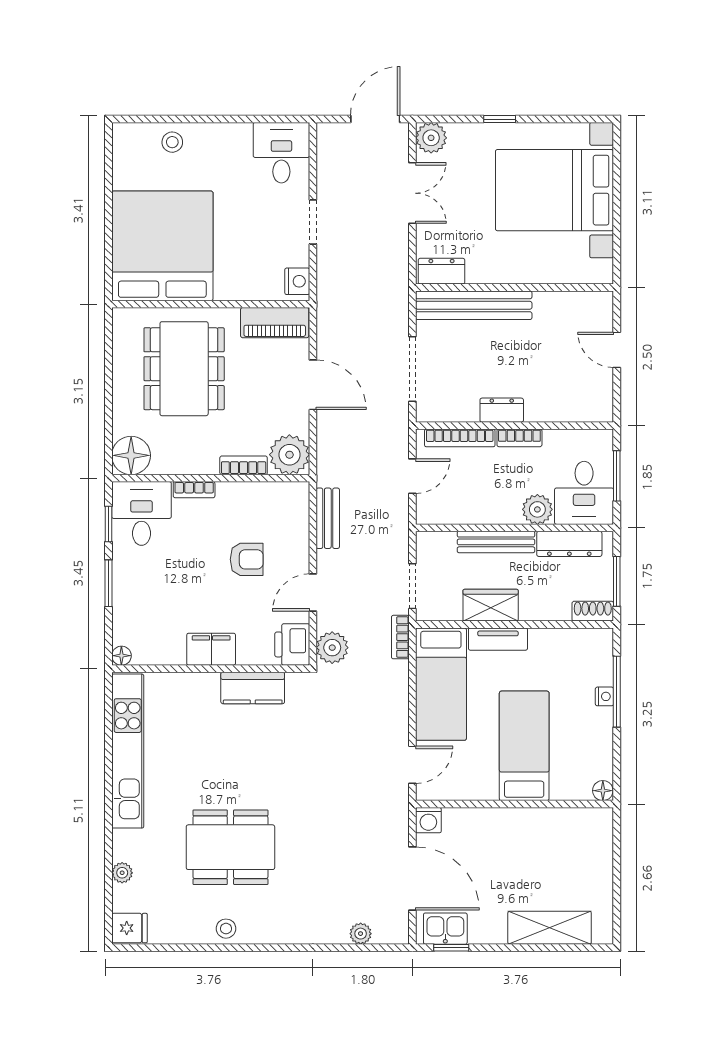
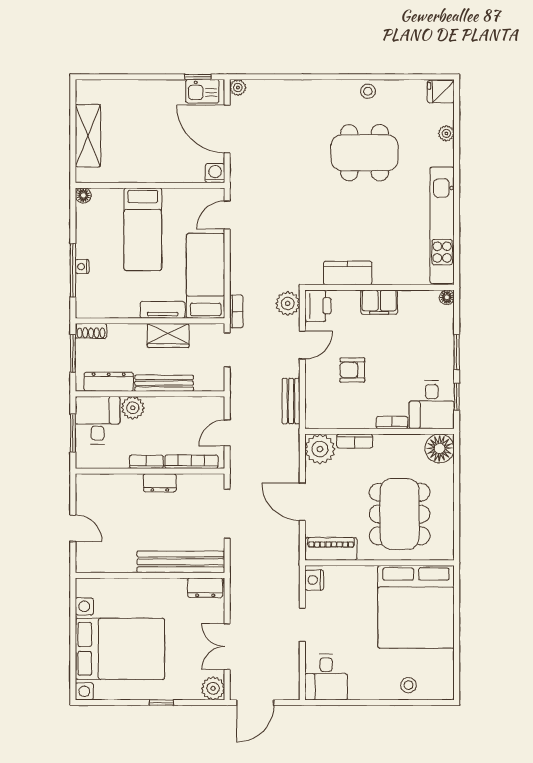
shelving: (550, 928) -> (88, 136), moved, turned 90
plant: (361, 934) -> (238, 87), moved

